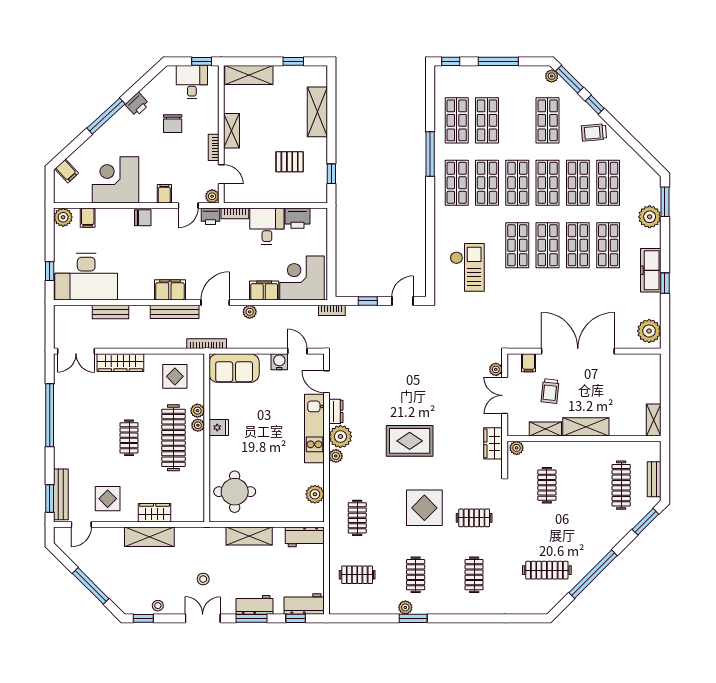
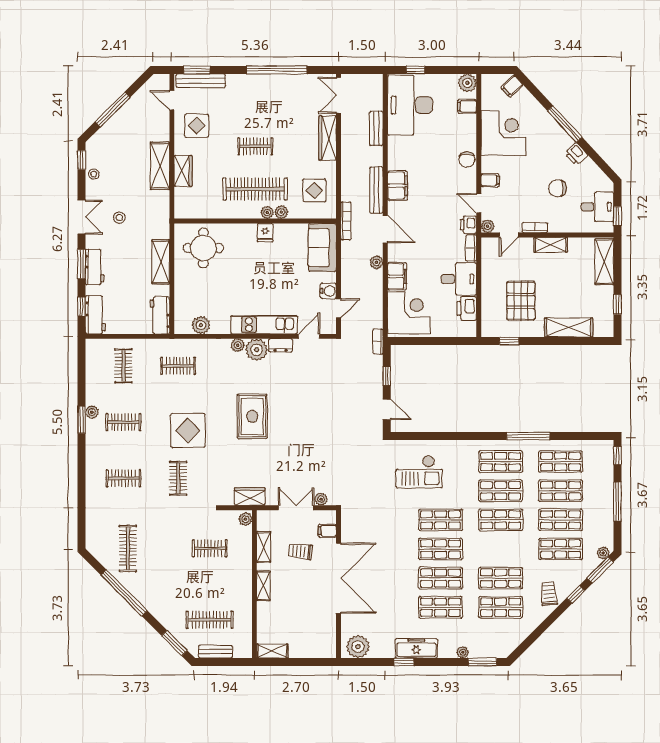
pallet: (290, 162) -> (521, 301), width x1.50, depth x1.42
shop shelf: (548, 183) -> (561, 520), moved
plant: (650, 217) -> (463, 652), width x0.53, depth x0.53
shelving: (586, 427) -> (263, 586), width x0.67, depth x0.75

